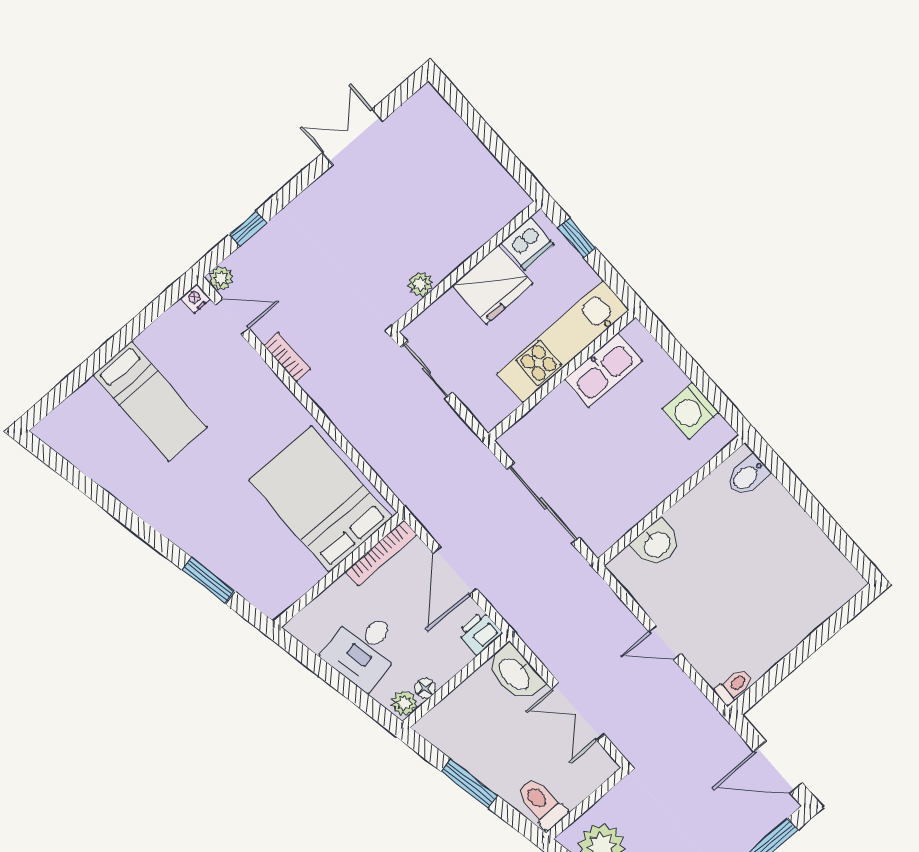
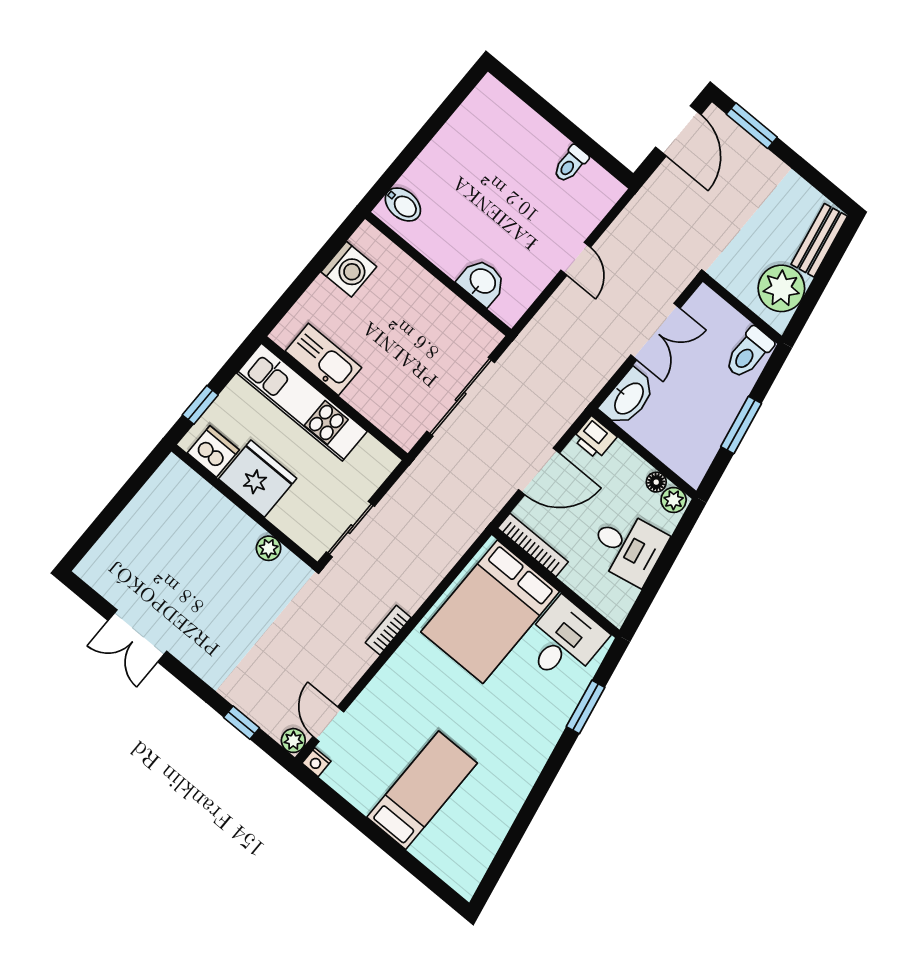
bookcase: (287, 357) -> (388, 630), moved
desk: (279, 569) -> (564, 641), added
toilet: (734, 686) -> (570, 164), moved, turned -90

